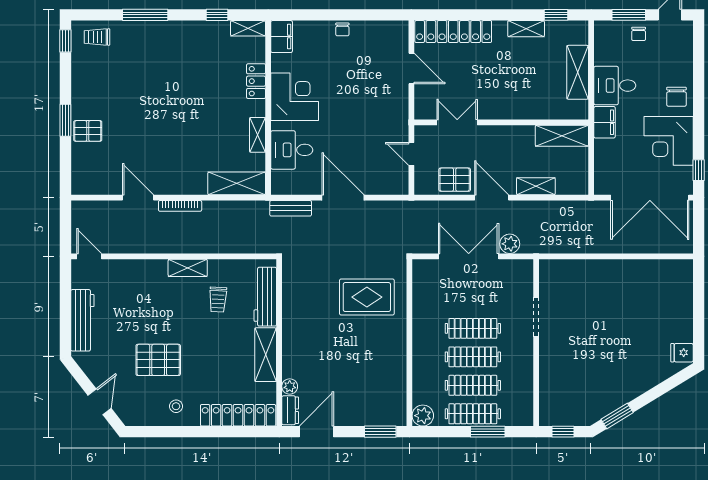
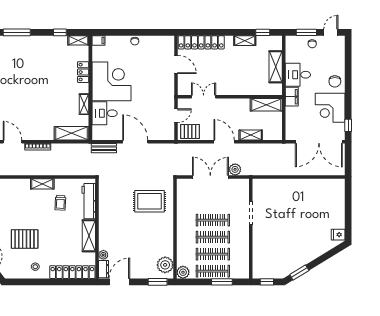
filing cabinet: (282, 37) -> (98, 41), width x0.50
corner desk: (295, 97) -> (111, 81), width x1.36, depth x1.36
door: (411, 154) -> (176, 116), swing flipped
pallet: (455, 180) -> (190, 132), moved
plant: (393, 403) -> (165, 265), added

